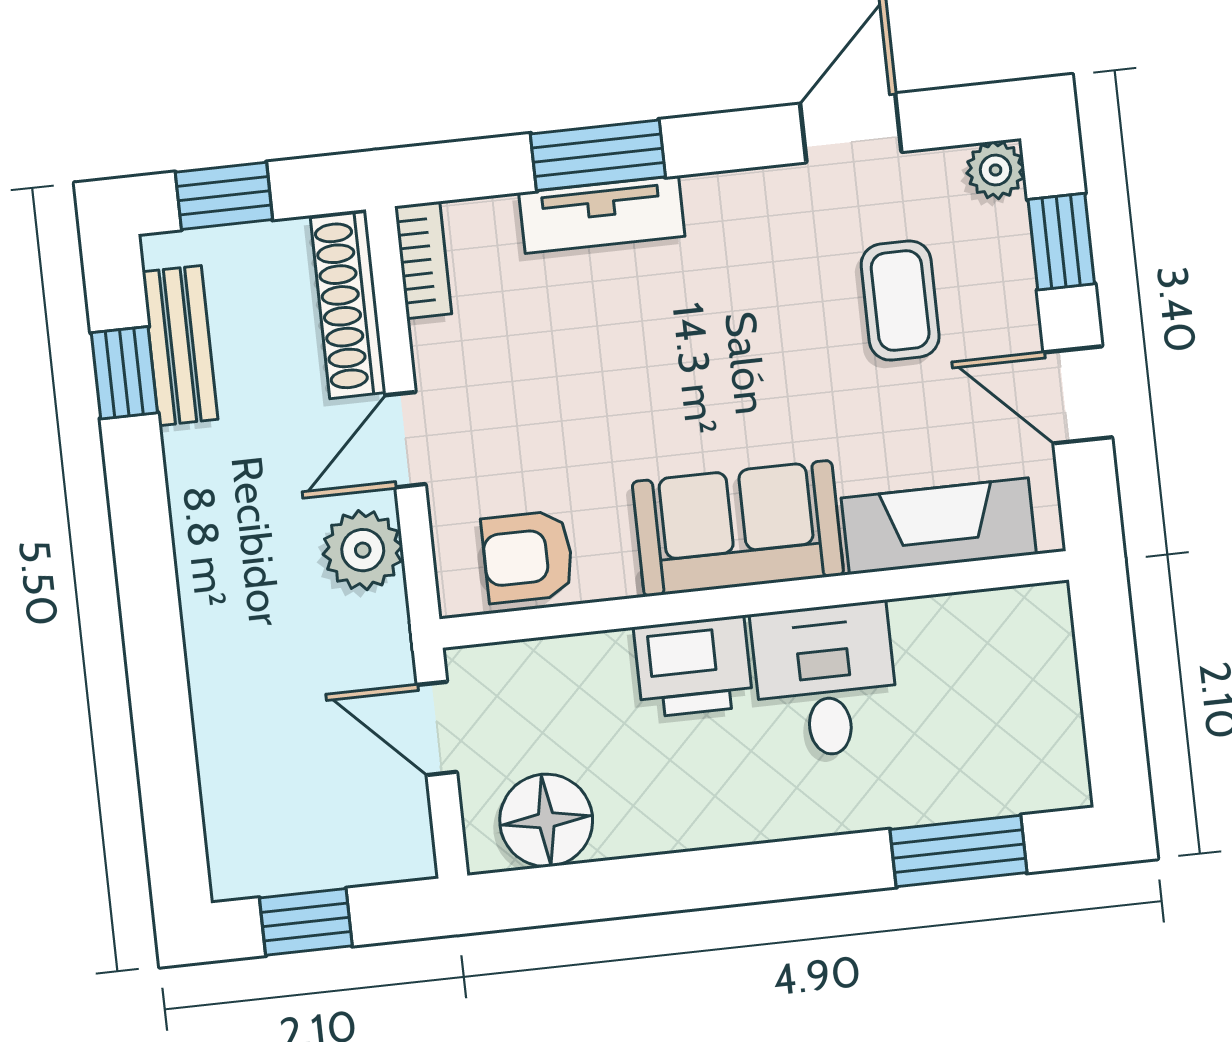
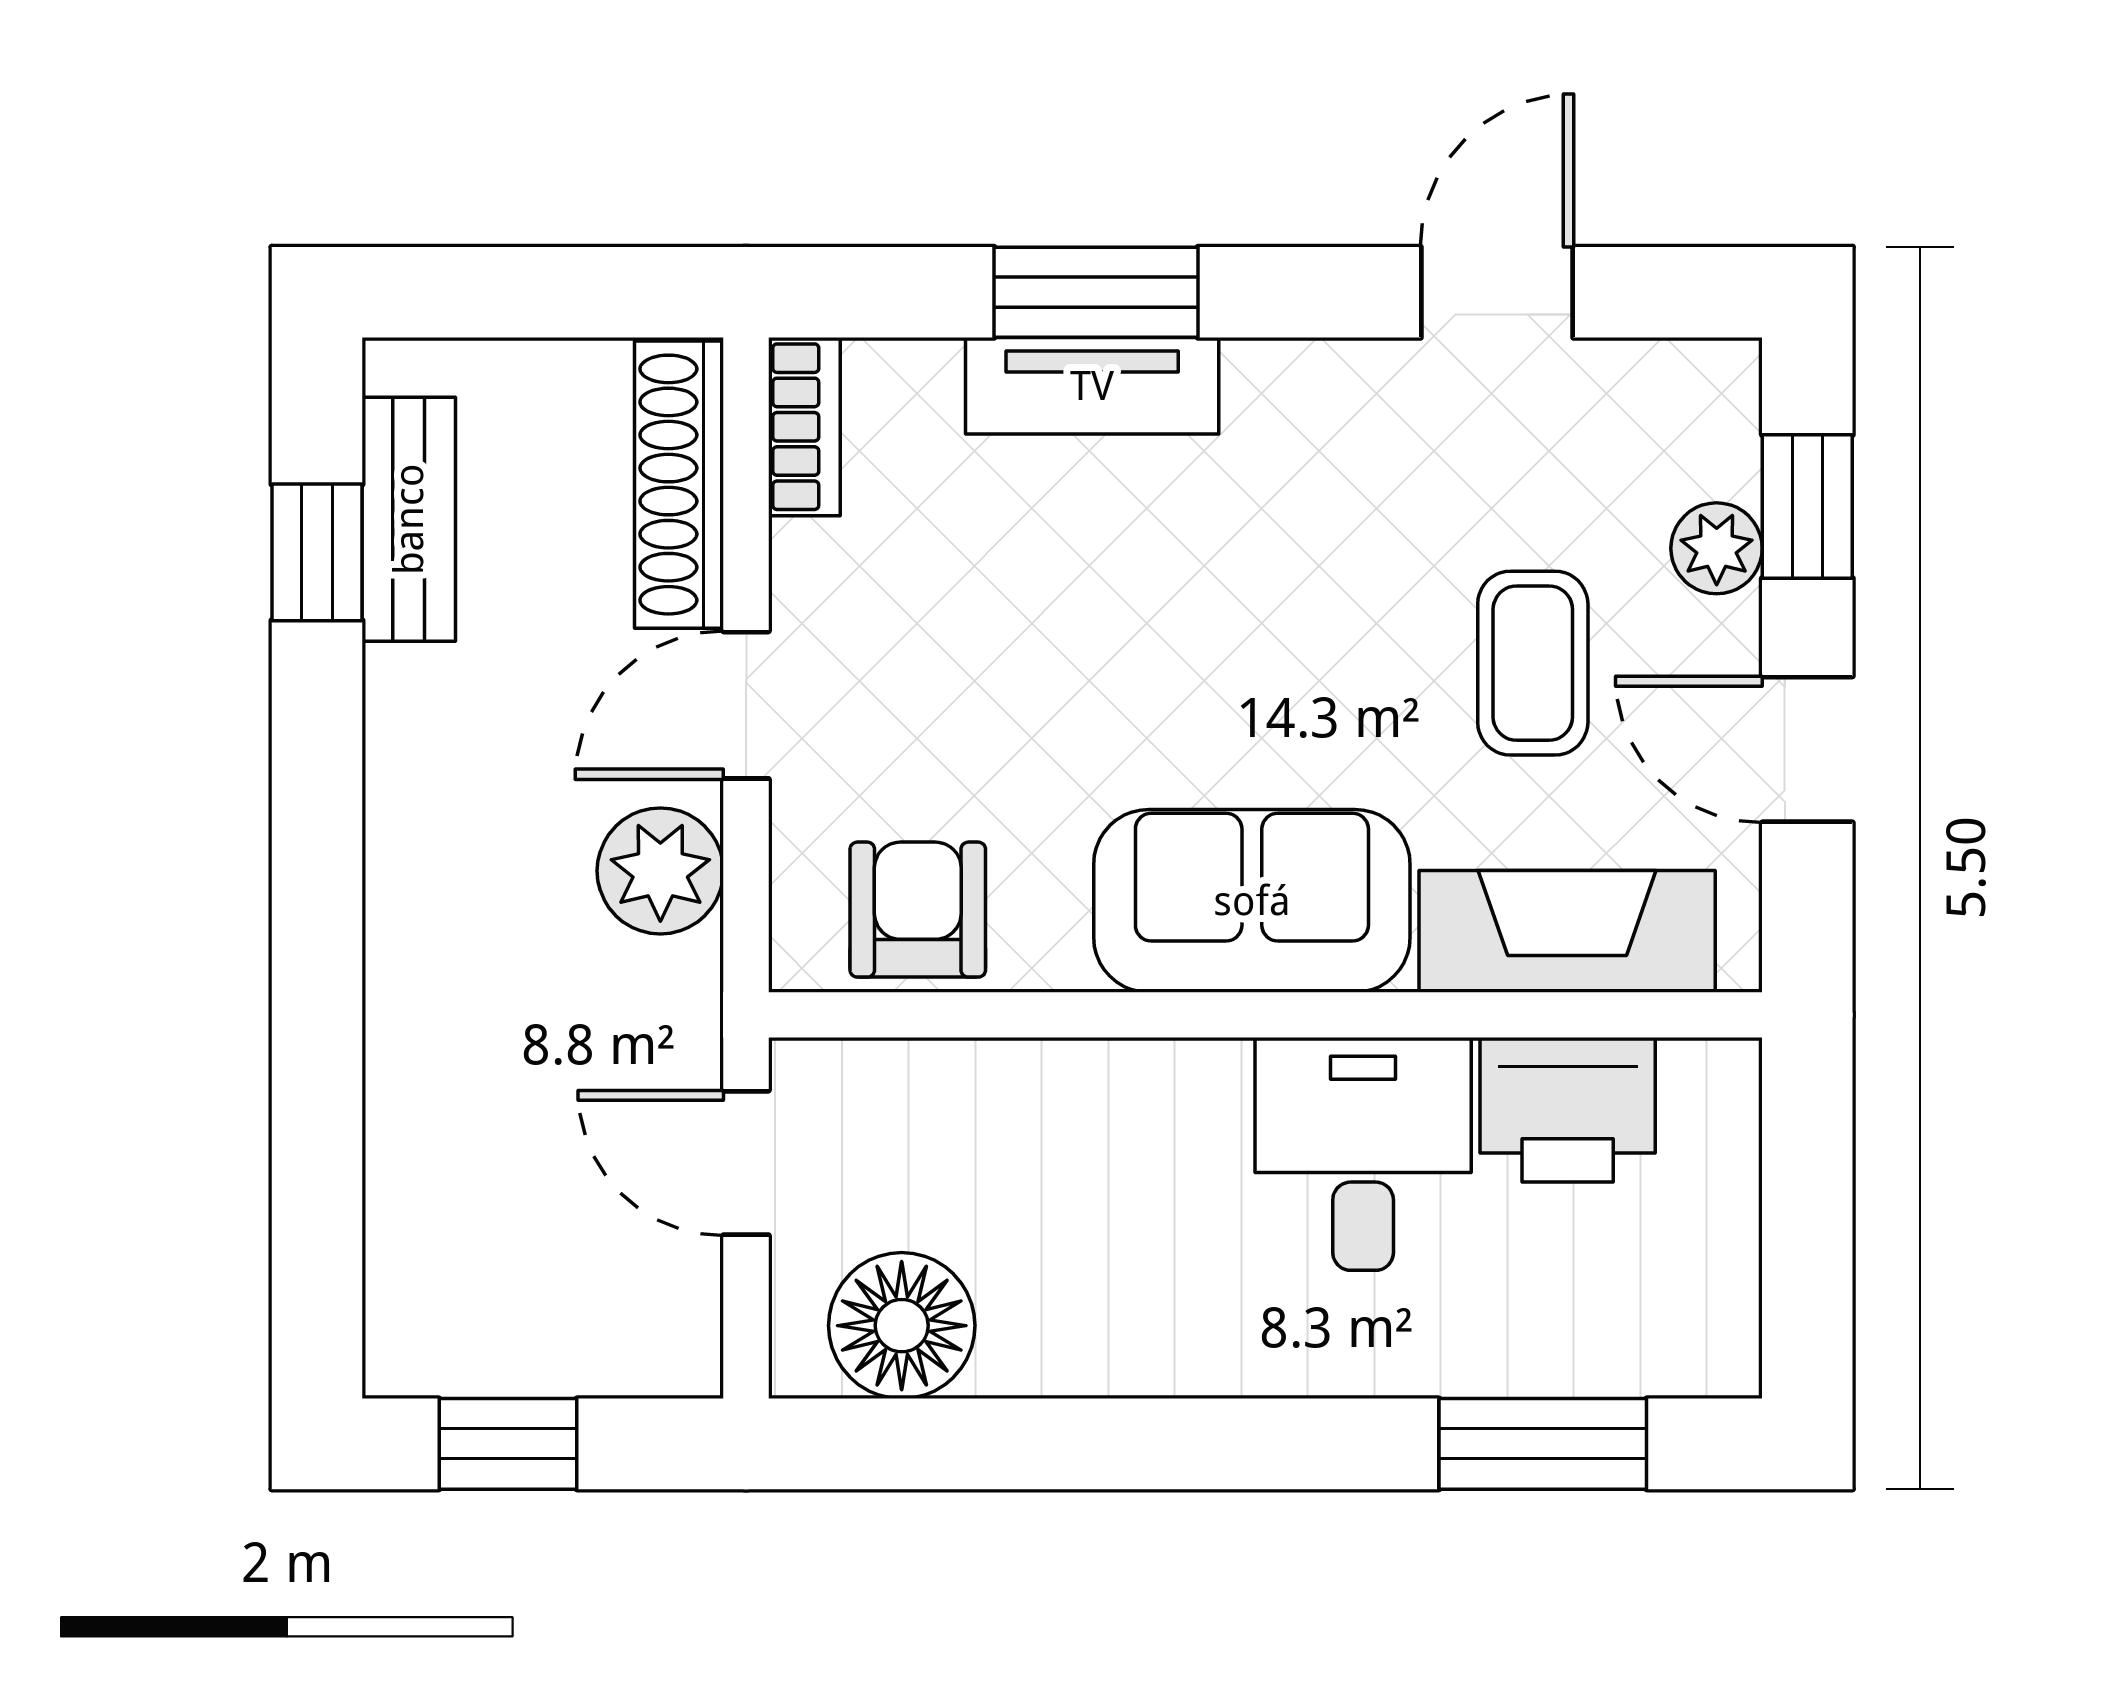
plant: (996, 170) -> (1717, 548), moved
window: (224, 196) -> (503, 292), removed
coffee table: (900, 301) -> (1533, 663), moved
armchair: (528, 557) -> (918, 910), turned 90
printer: (693, 667) -> (1568, 1110), moved

